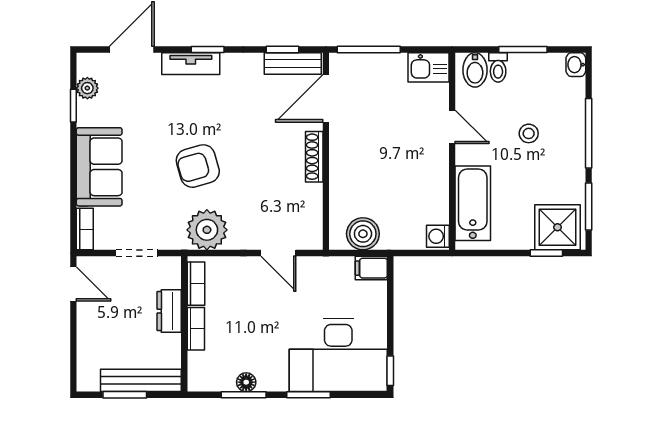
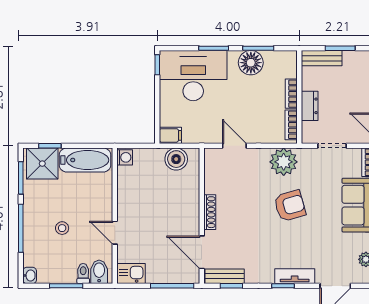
door: (326, 98) -> (202, 252), swing flipped
bathtub: (473, 203) -> (85, 160), moved, turned -90
bench: (141, 380) -> (322, 58), width x0.73
floor lamp: (246, 382) -> (251, 63), width x1.89, depth x1.89

